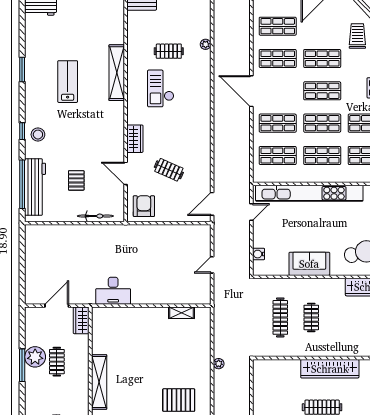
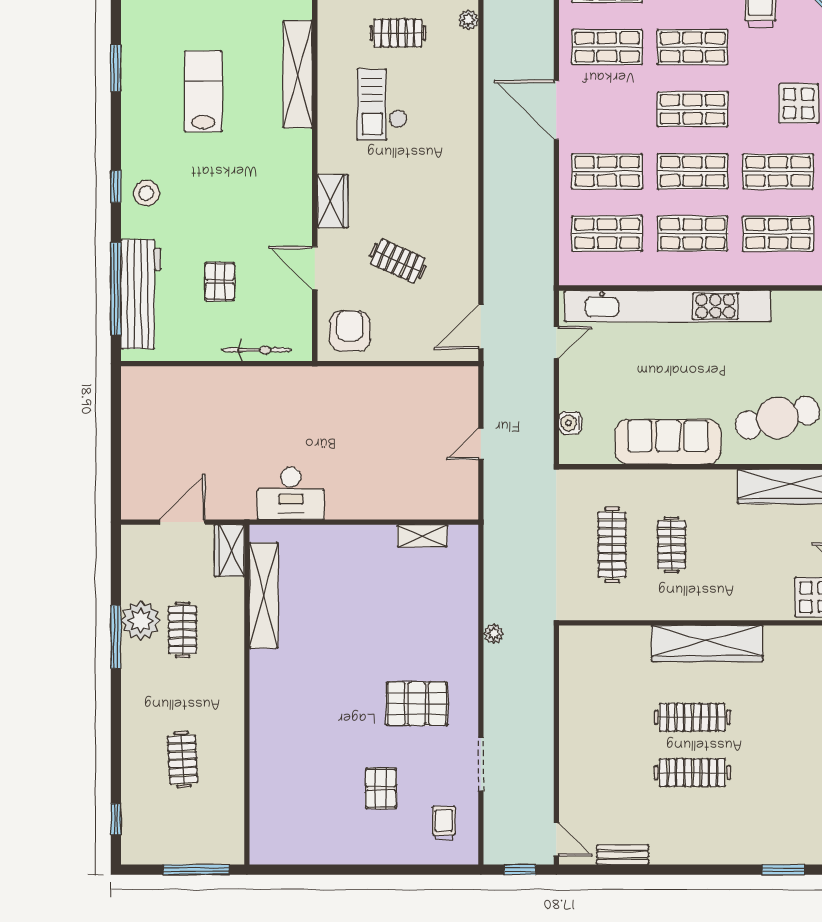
sofa: (309, 264) -> (668, 442), width x1.36
shelving: (99, 382) -> (264, 595), moved

